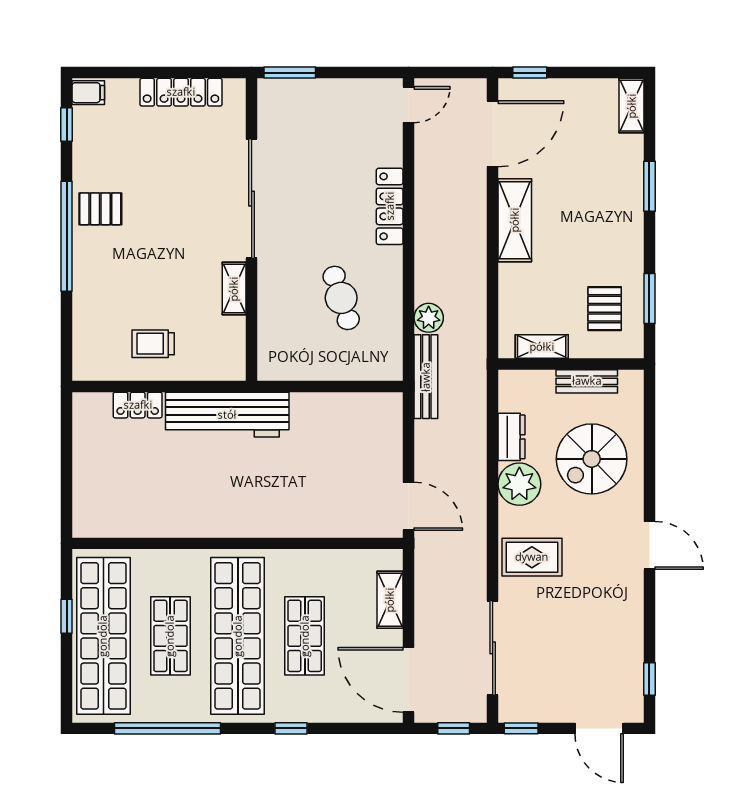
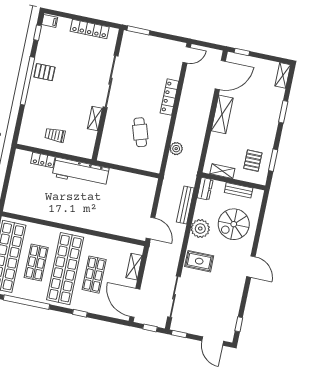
bench: (426, 377) -> (185, 205), moved
dresser: (512, 437) -> (205, 189), moved

